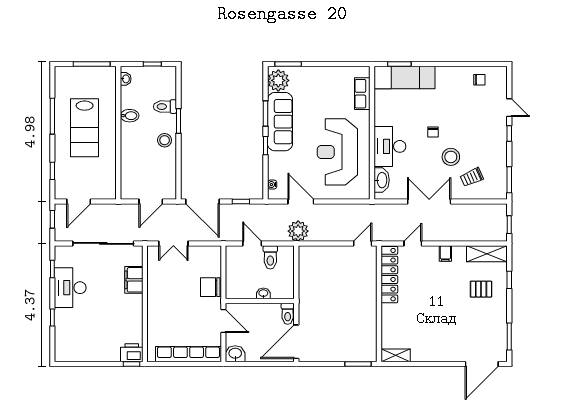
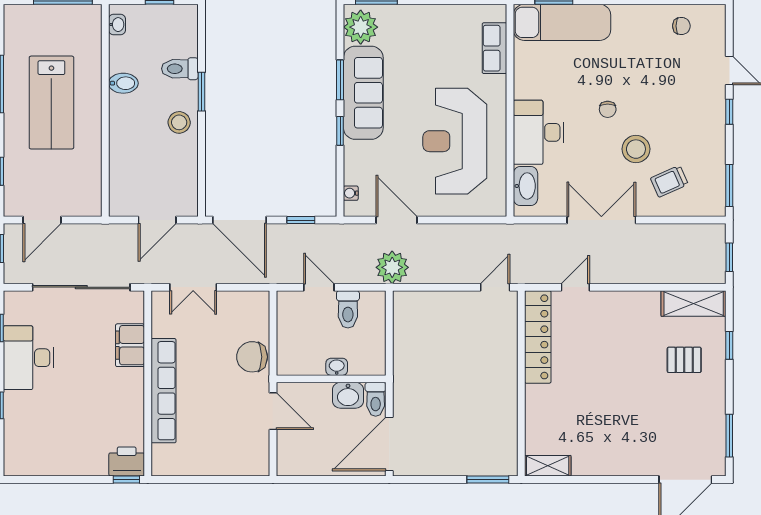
filing cabinet: (445, 253) -> (627, 303), removed
row of seats: (188, 354) -> (163, 391), moved, turned 90
washbasin: (235, 354) -> (348, 395), moved, turned 180

